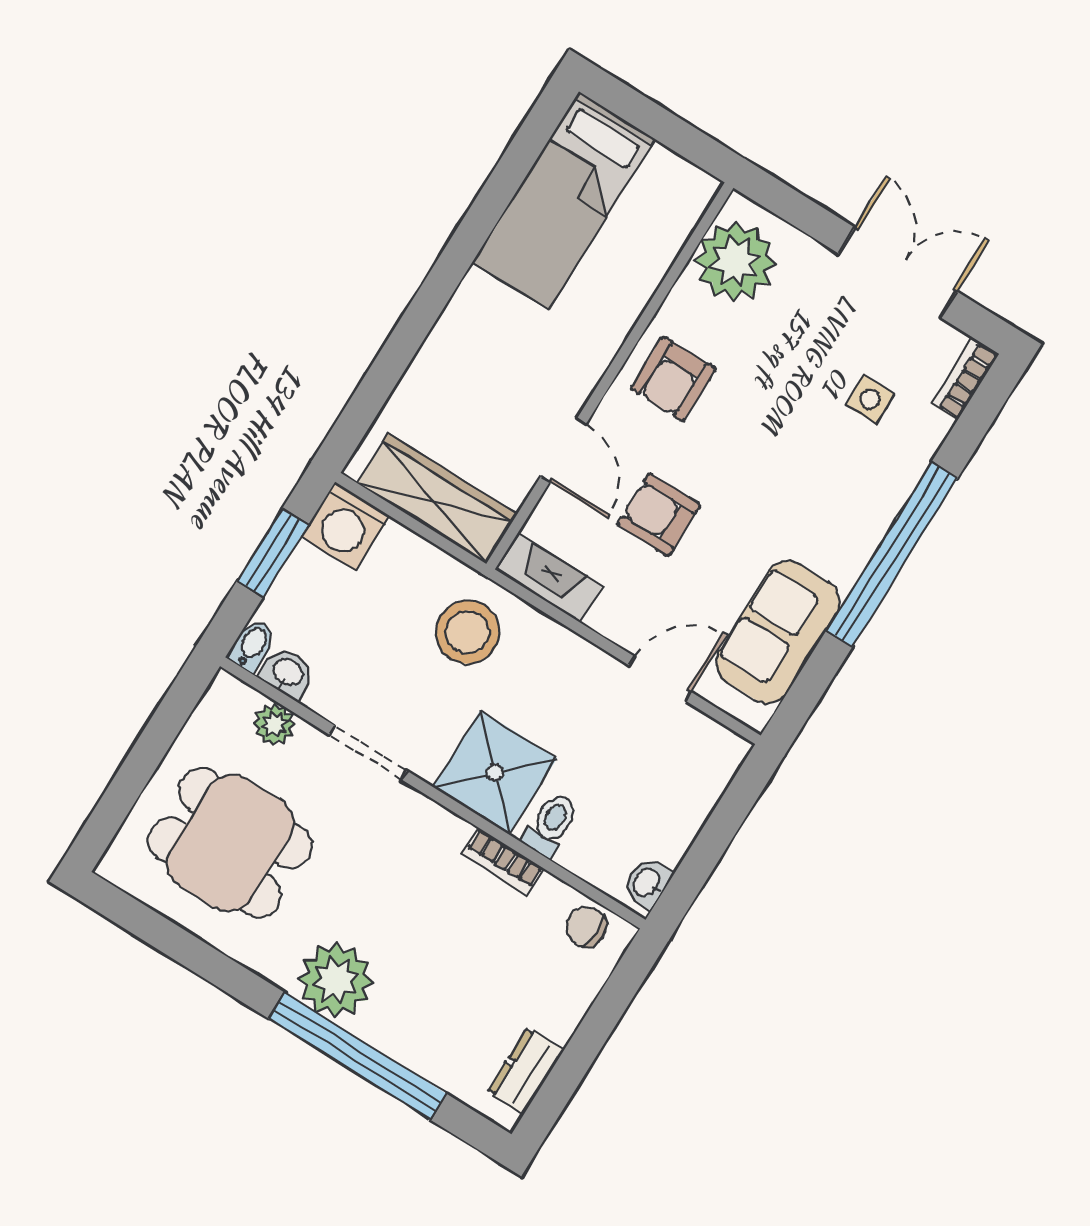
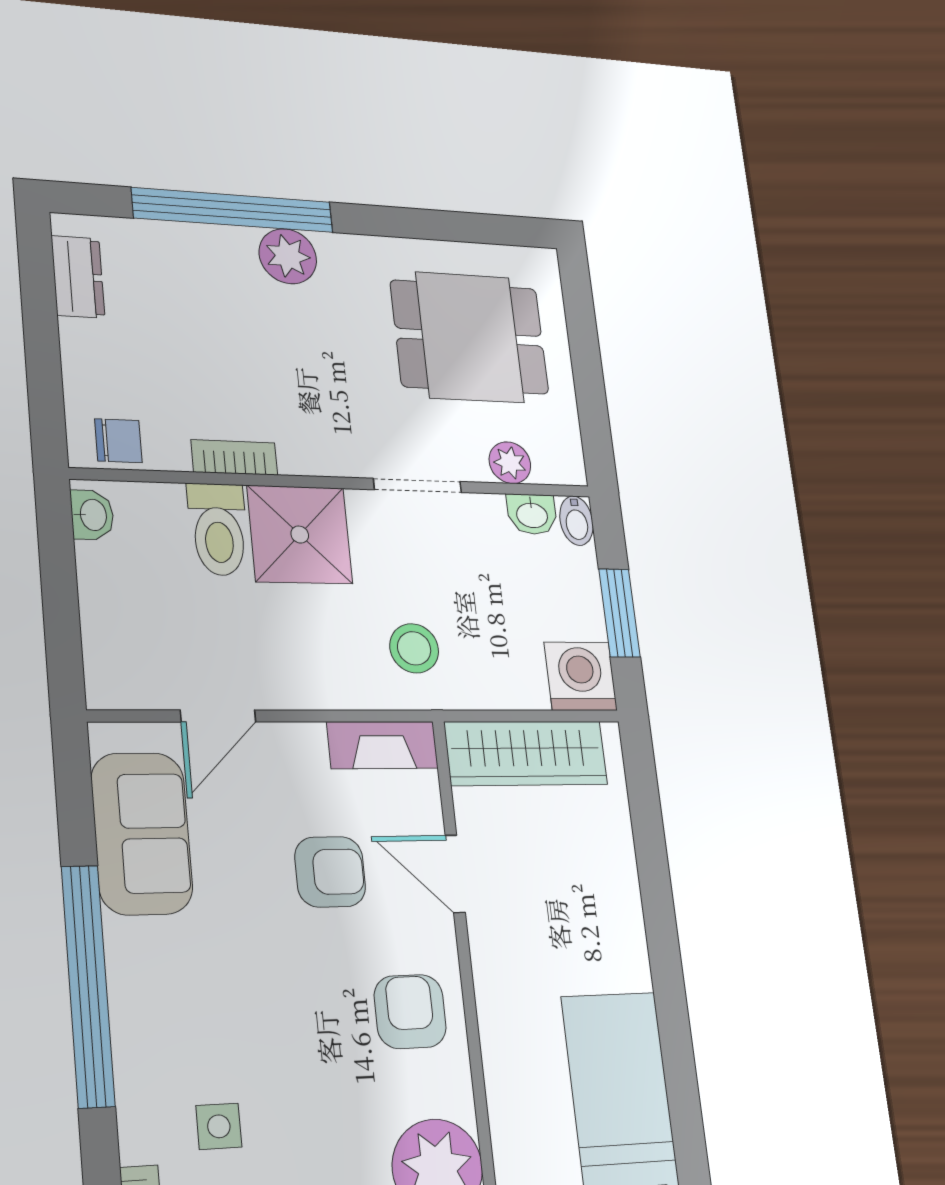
stool: (468, 632) -> (414, 648), width x0.73, depth x0.73
toilet: (551, 825) -> (218, 529), width x1.37, depth x1.39
plant: (336, 980) -> (288, 256), width x0.73, depth x0.73

